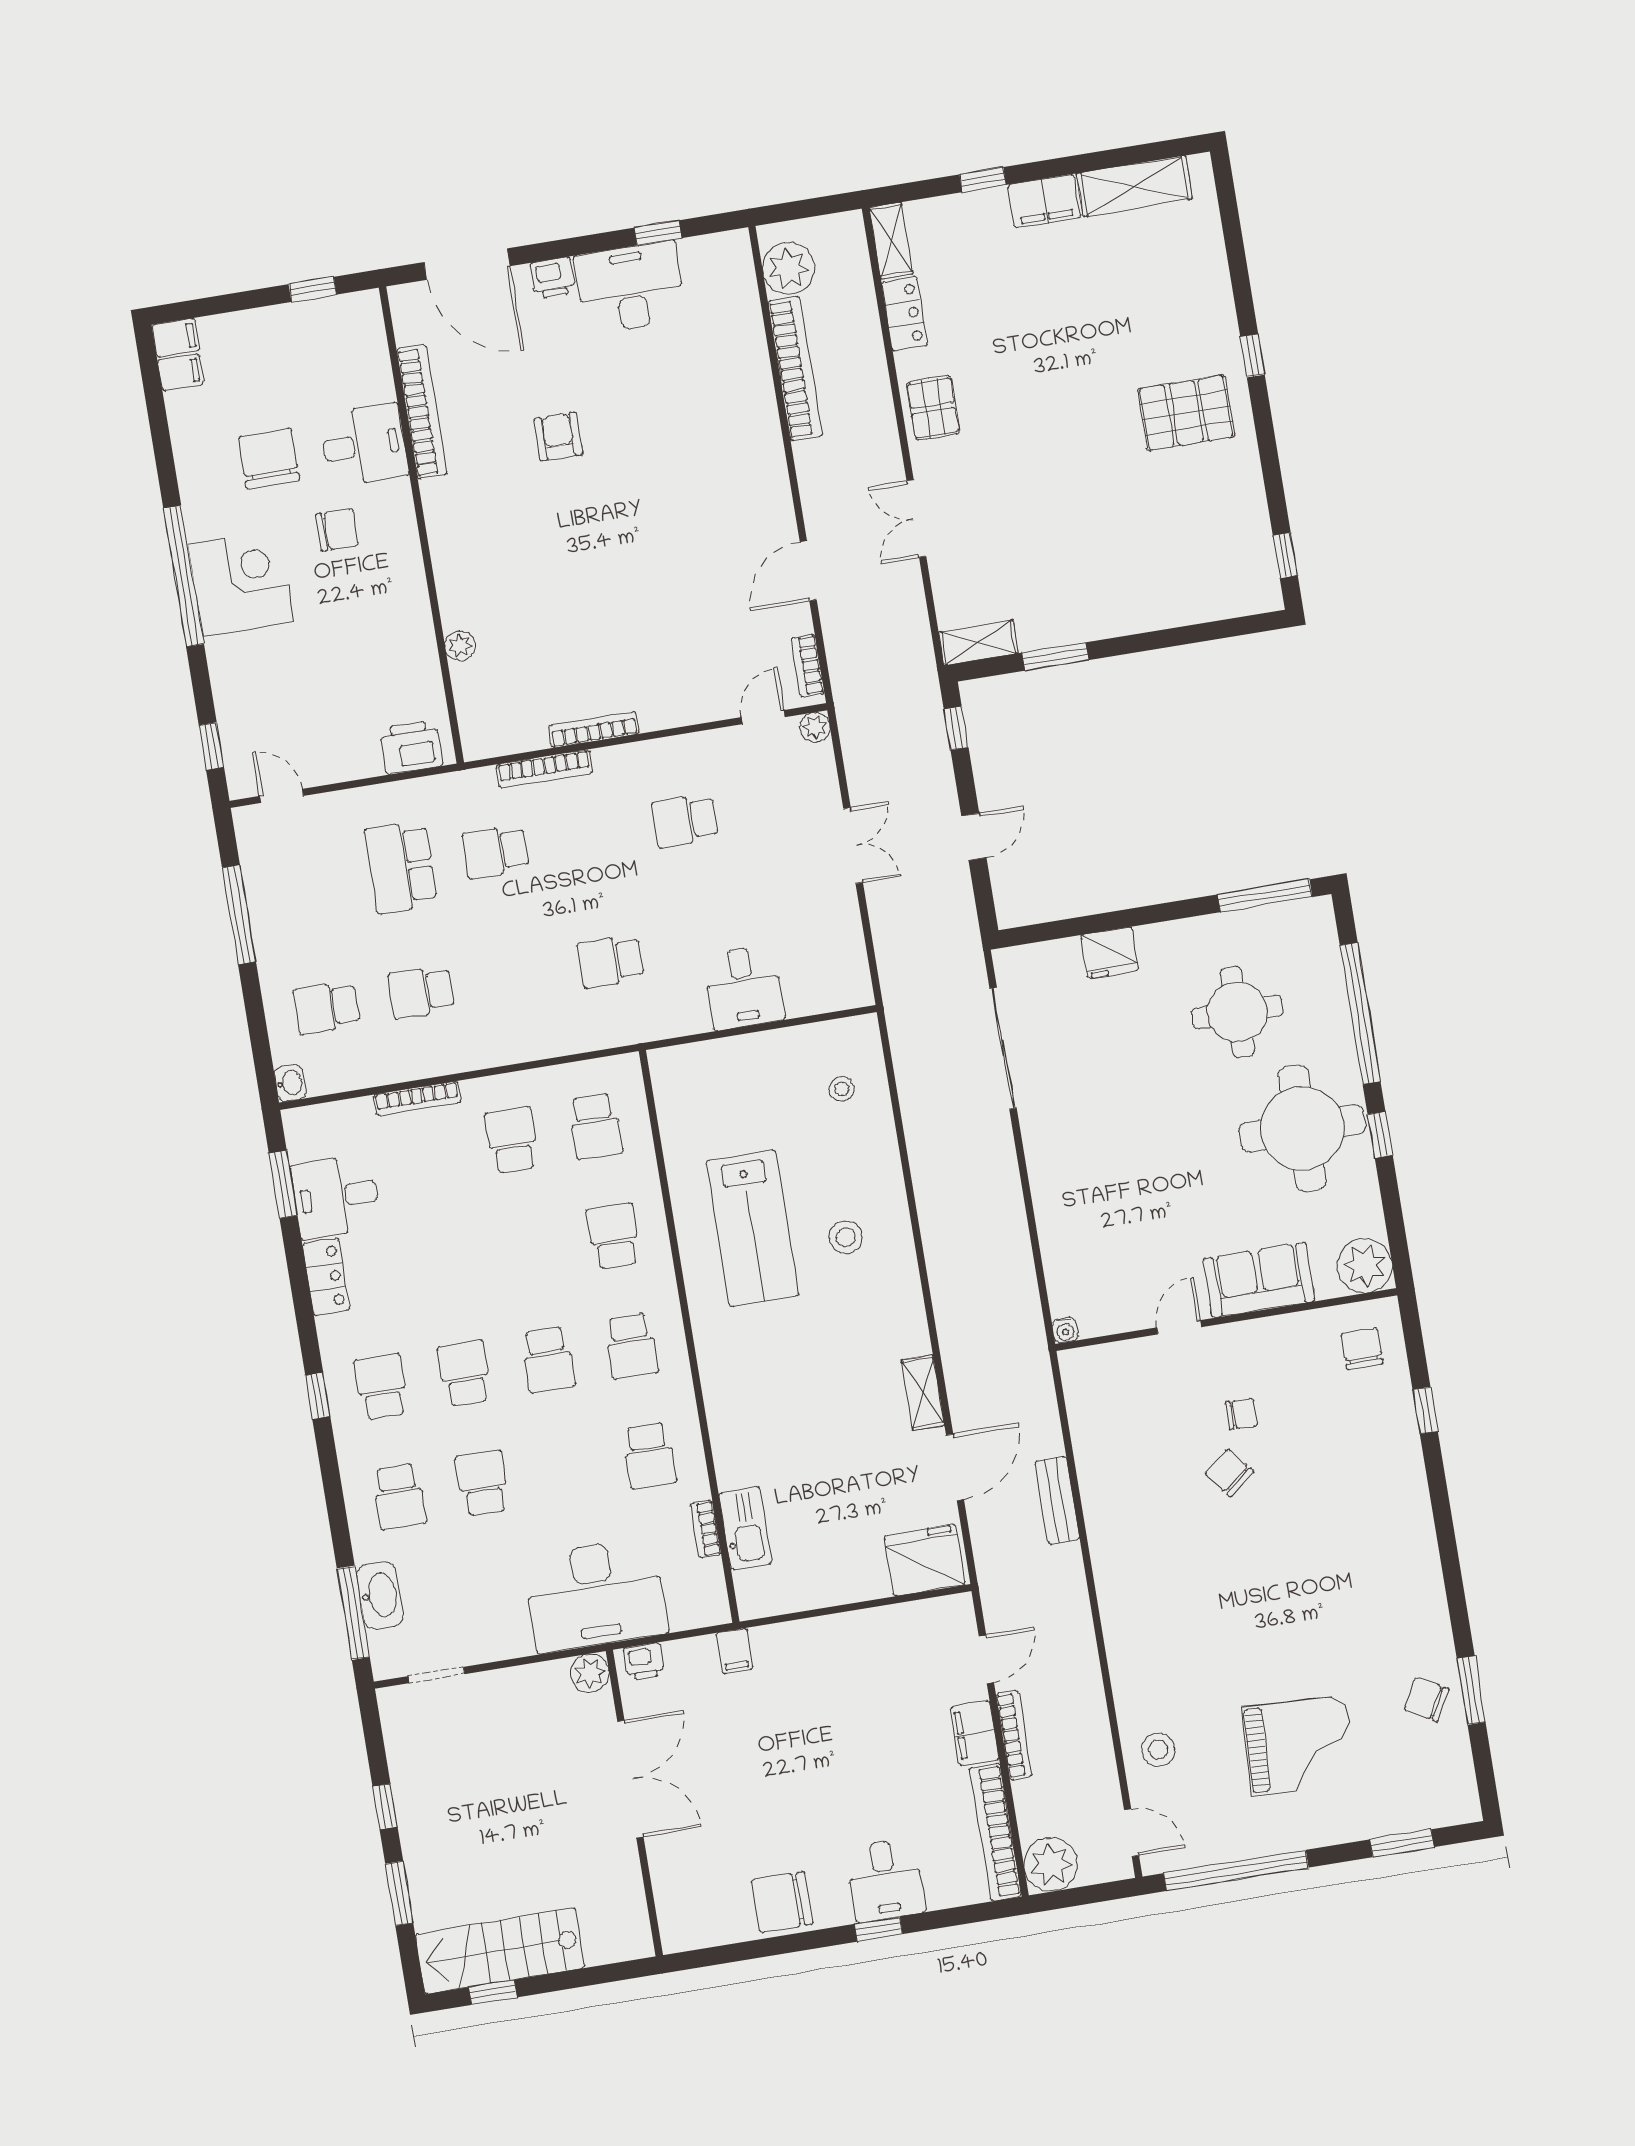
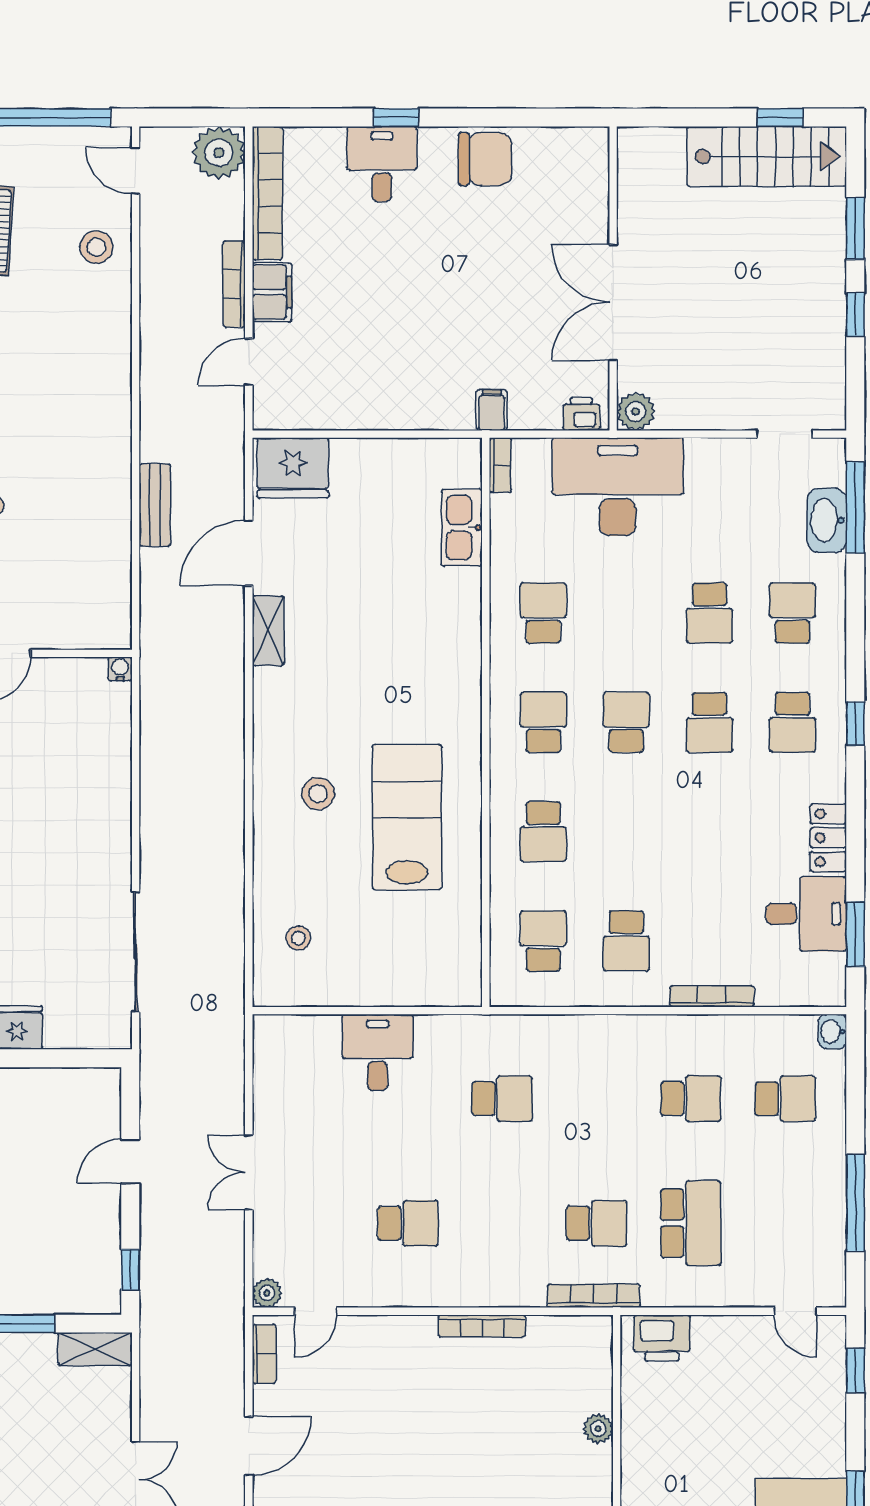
bookcase: (545, 769) -> (594, 1296), moved
bookcase: (706, 1529) -> (500, 465), moved

